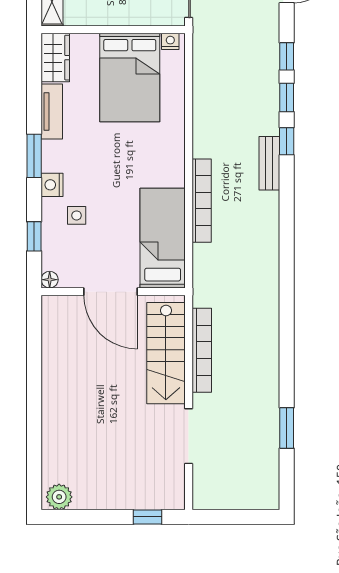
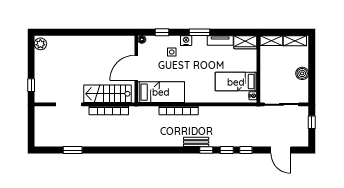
bed: (130, 77) -> (236, 82), width x0.67

